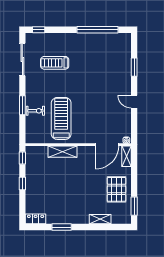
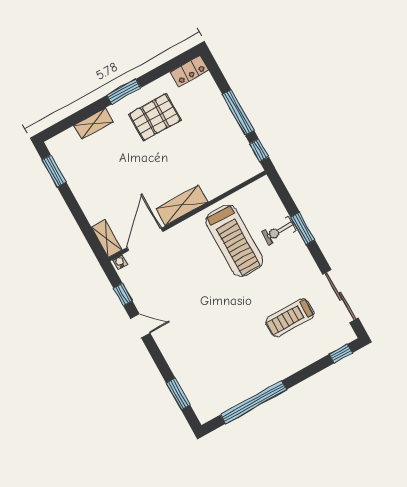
treadmill: (55, 63) -> (290, 318), turned 180
window: (134, 67) -> (178, 394), moved
window: (134, 123) -> (123, 294), added
shelving: (62, 152) -> (182, 205), moved
window: (22, 183) -> (238, 113), width x2.17
pallet: (117, 189) -> (155, 117), moved, turned 90
window: (62, 227) -> (124, 92), moved

